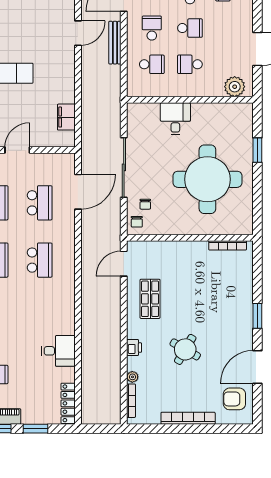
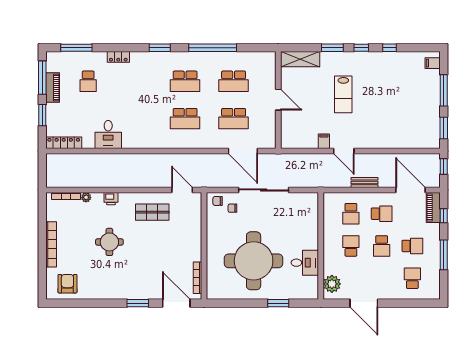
door: (78, 33) -> (344, 151), moved
bench: (115, 43) -> (364, 182), width x0.73
filing cabinet: (66, 117) -> (324, 141), moved, width x0.50
desk: (175, 119) -> (305, 263), moved
round table: (185, 349) -> (109, 242), turned -30
door: (257, 367) -> (176, 303), moved

